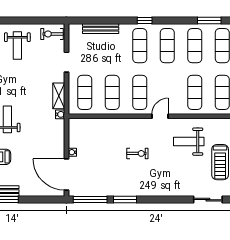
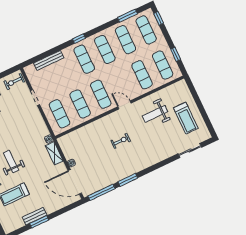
shelving: (59, 96) -> (54, 153), moved
door: (160, 116) -> (124, 105), hinge flipped

